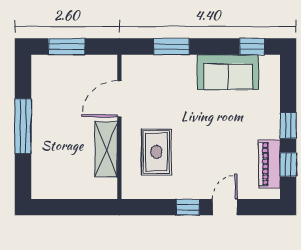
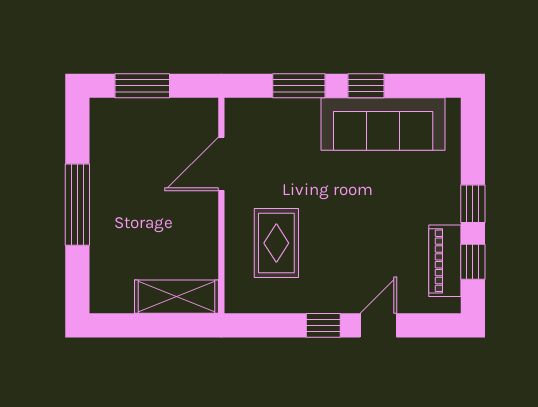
window: (252, 46) -> (366, 86), moved
sofa: (228, 72) -> (383, 124), width x1.36
shelving: (106, 149) -> (176, 297), moved, turned 90

